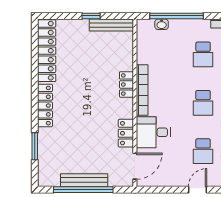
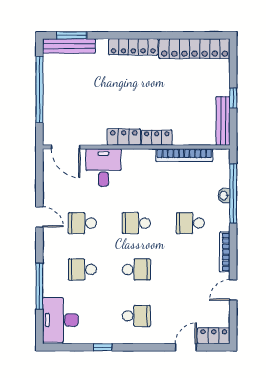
washbasin: (162, 24) -> (224, 196), moved
bookcase: (142, 90) -> (184, 155), moved
locker: (126, 133) -> (124, 137), moved
window: (35, 146) -> (72, 35), moved
bench: (84, 180) -> (69, 46), moved, turned 90

